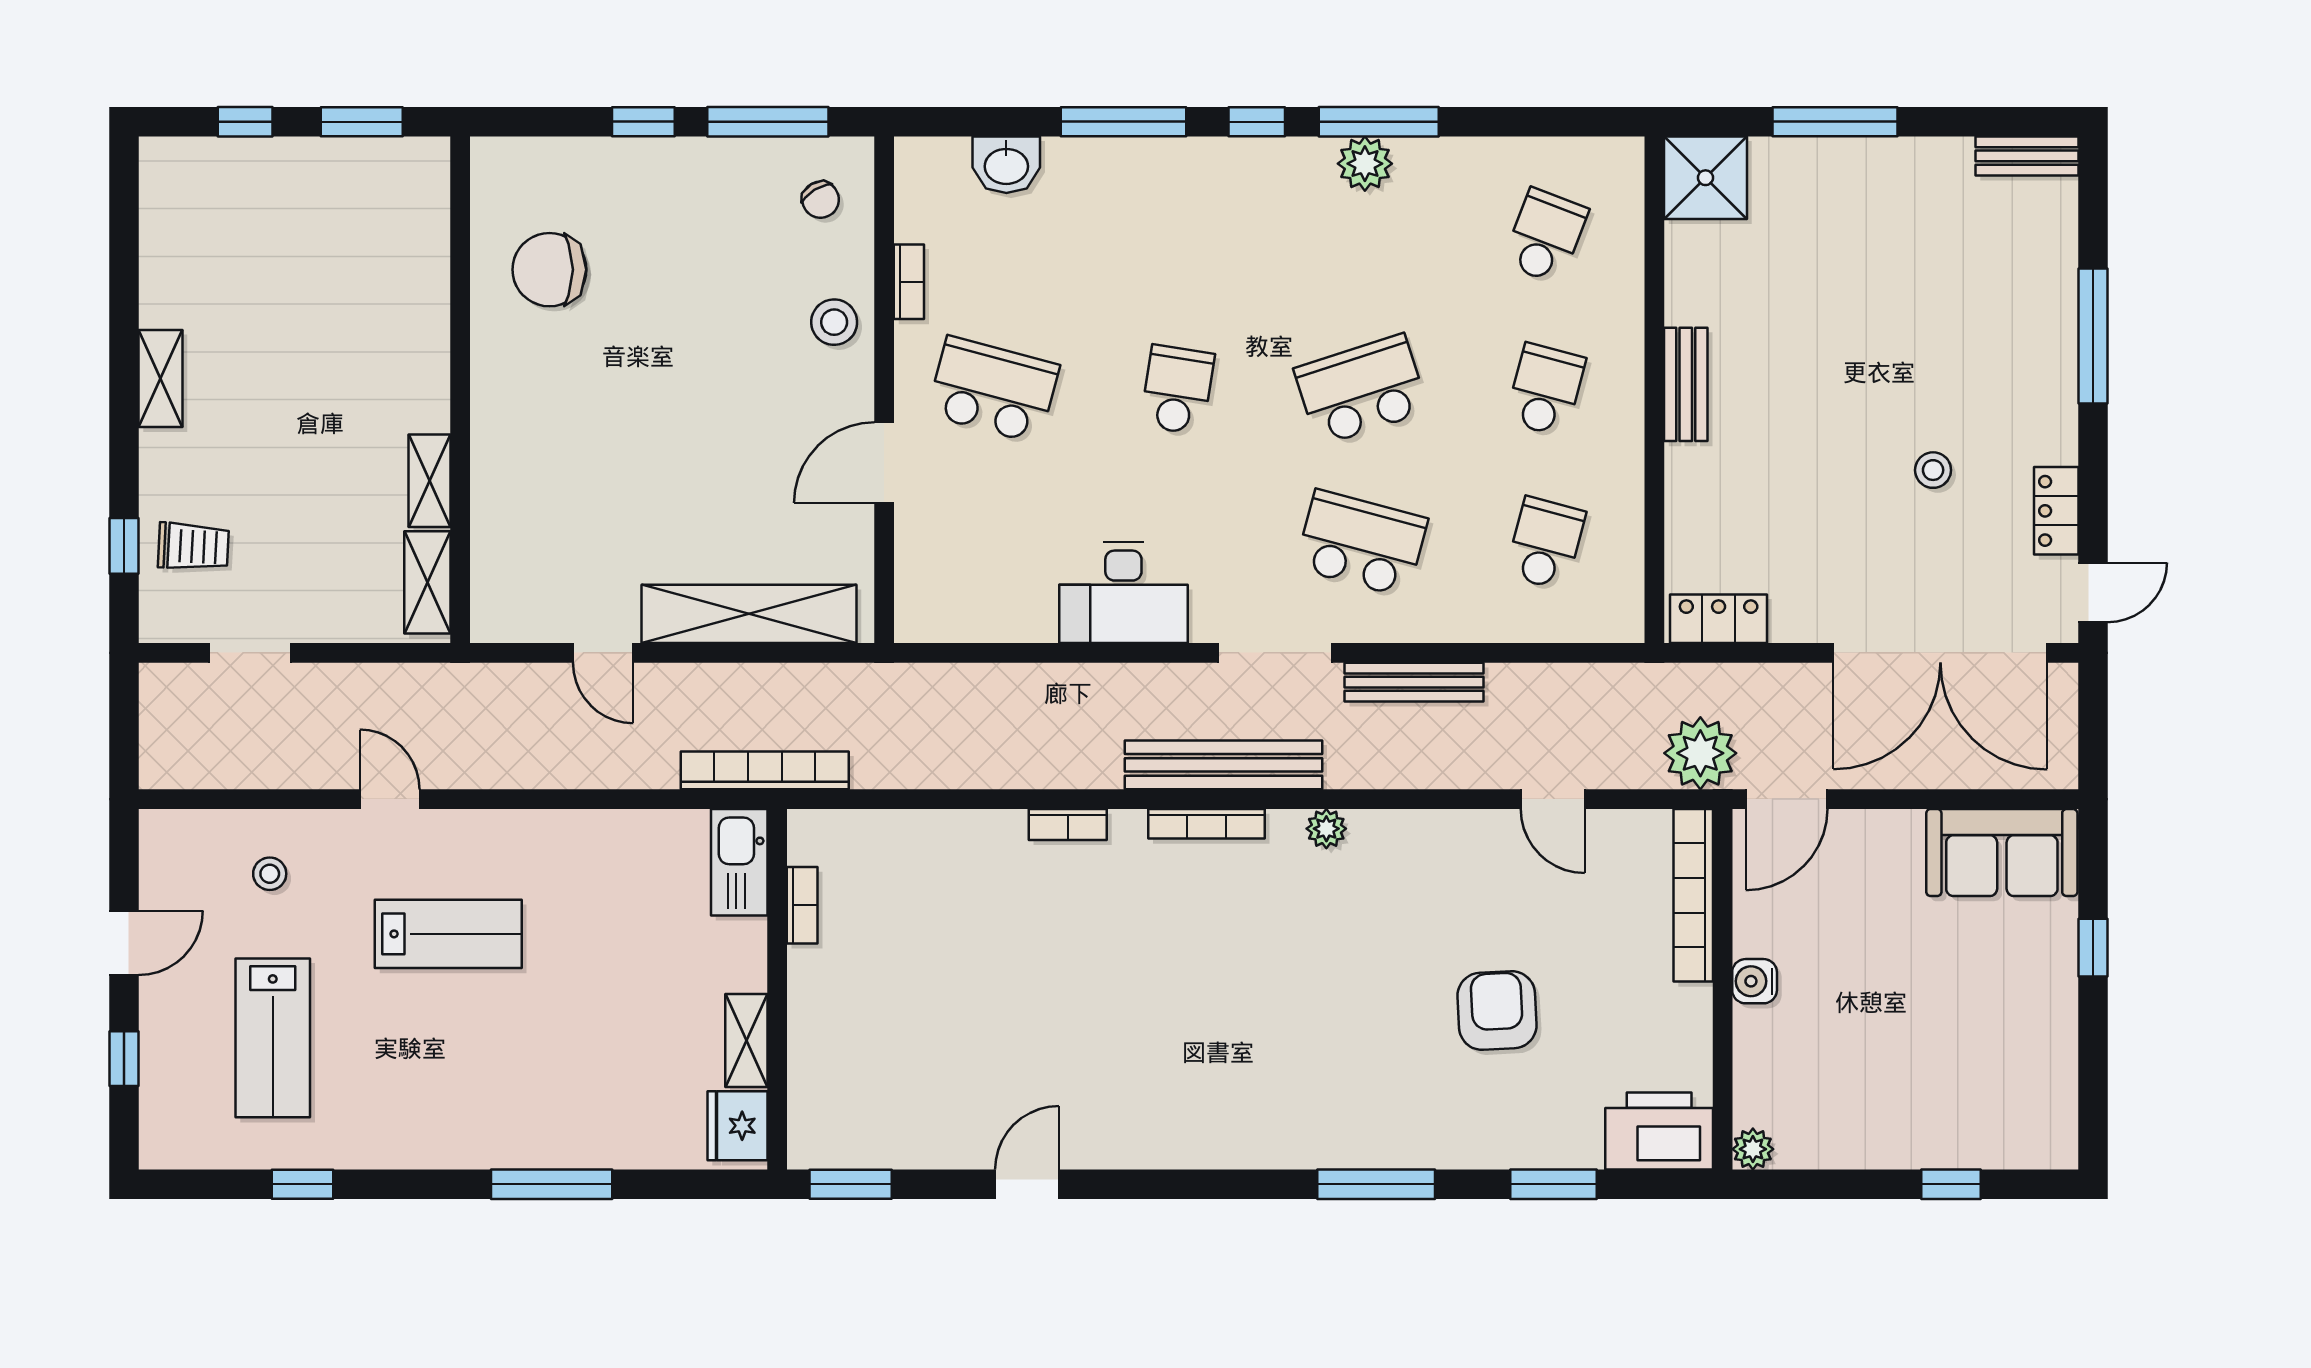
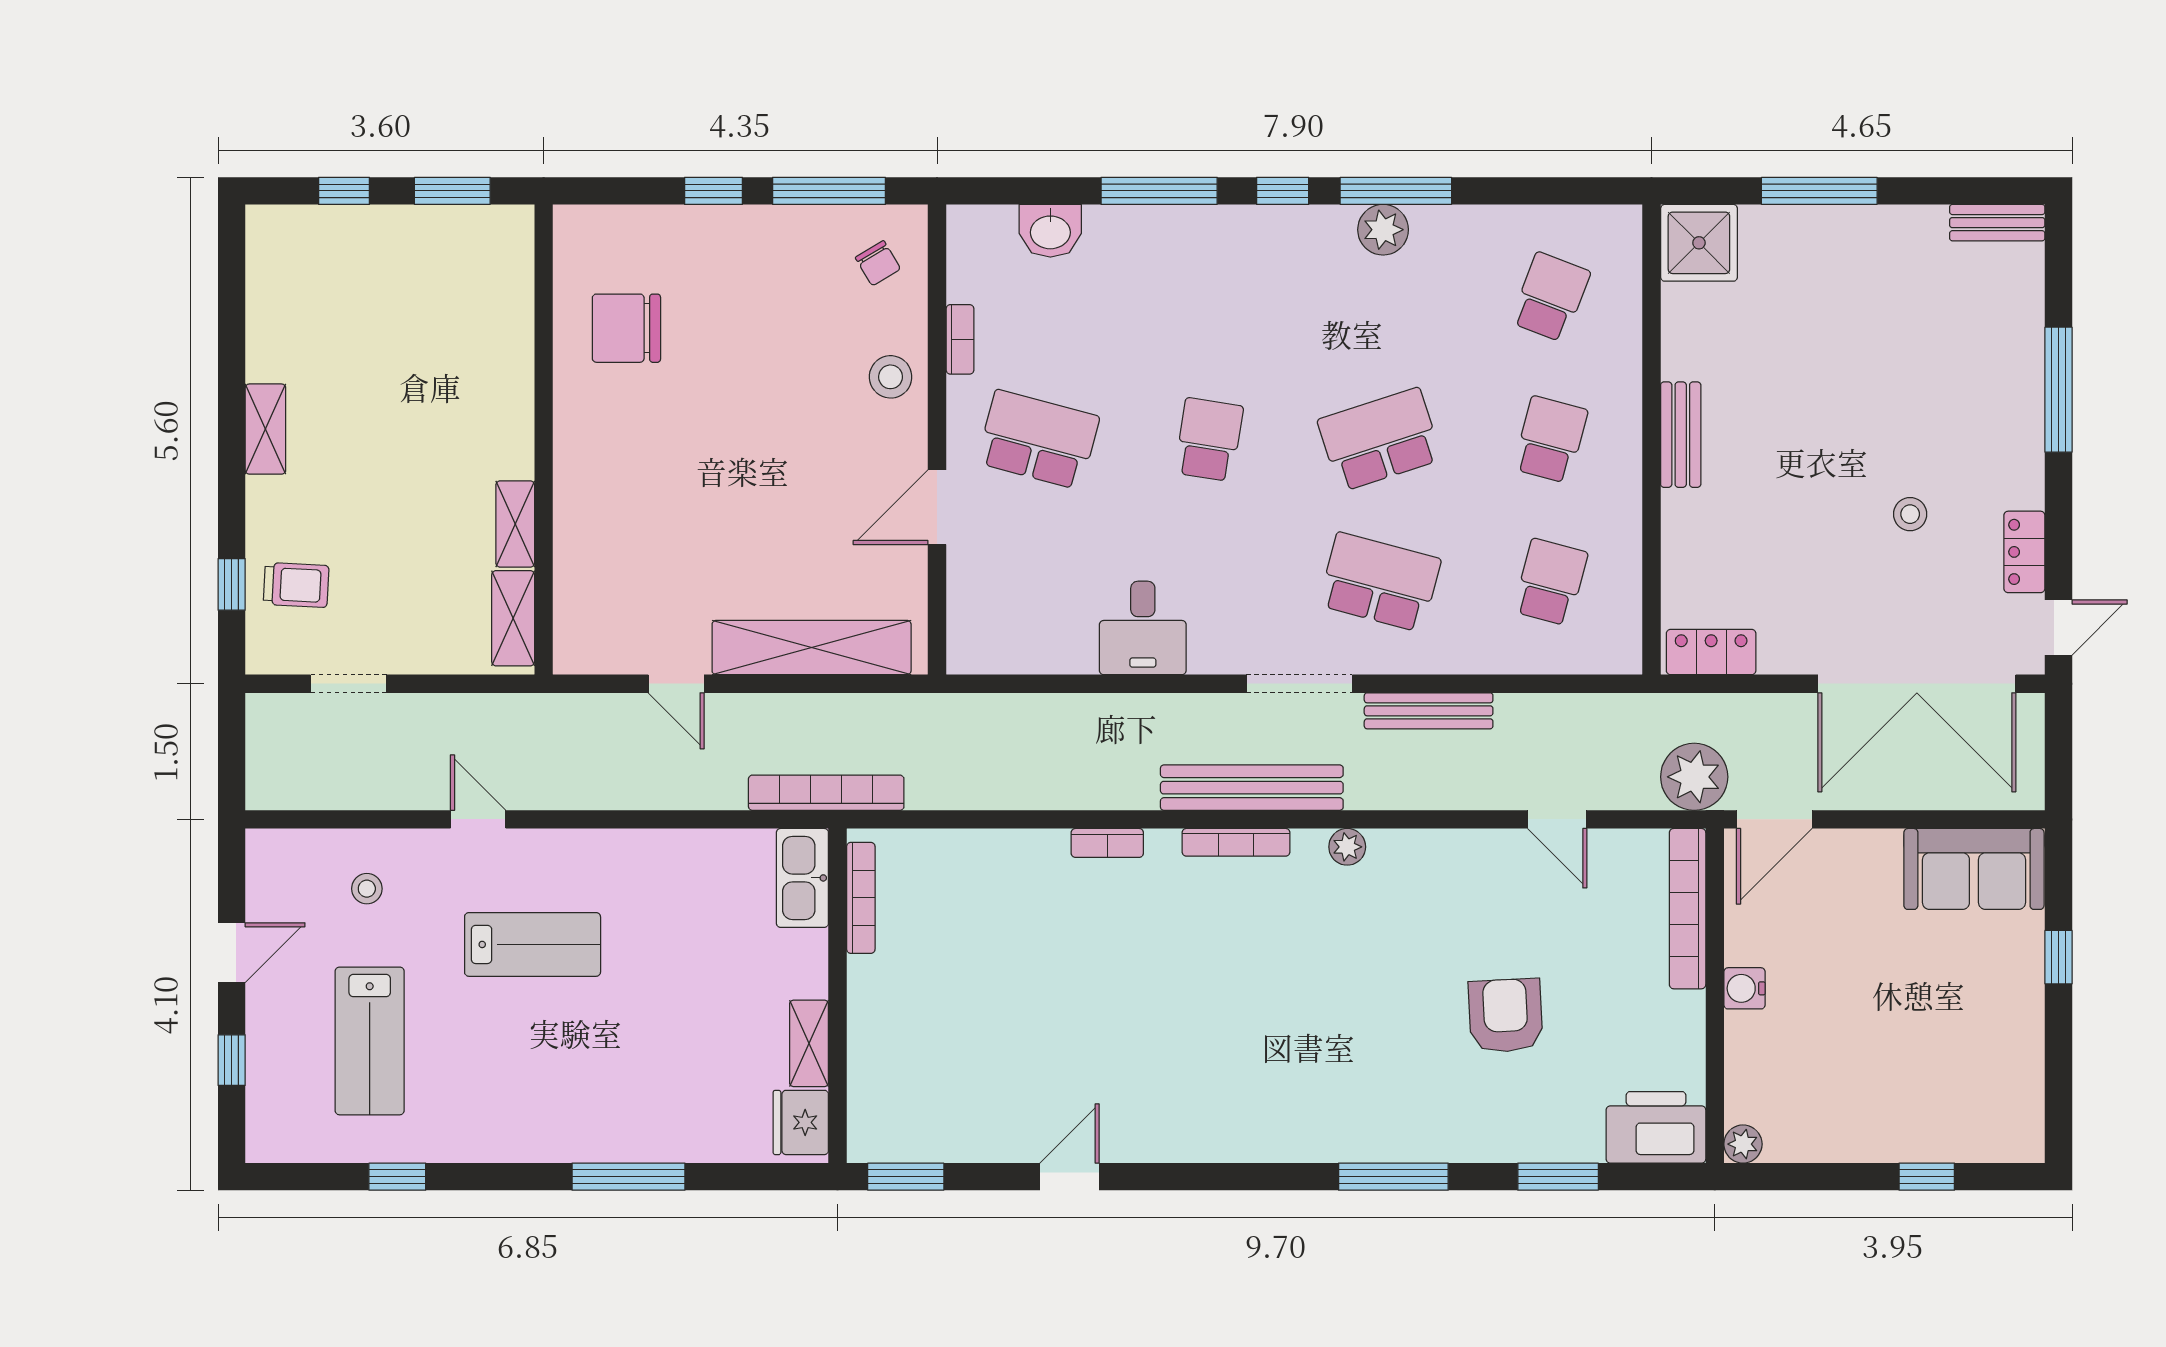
desk: (1123, 593) -> (1143, 628), width x0.73
bookcase: (802, 905) -> (861, 898), width x1.56

